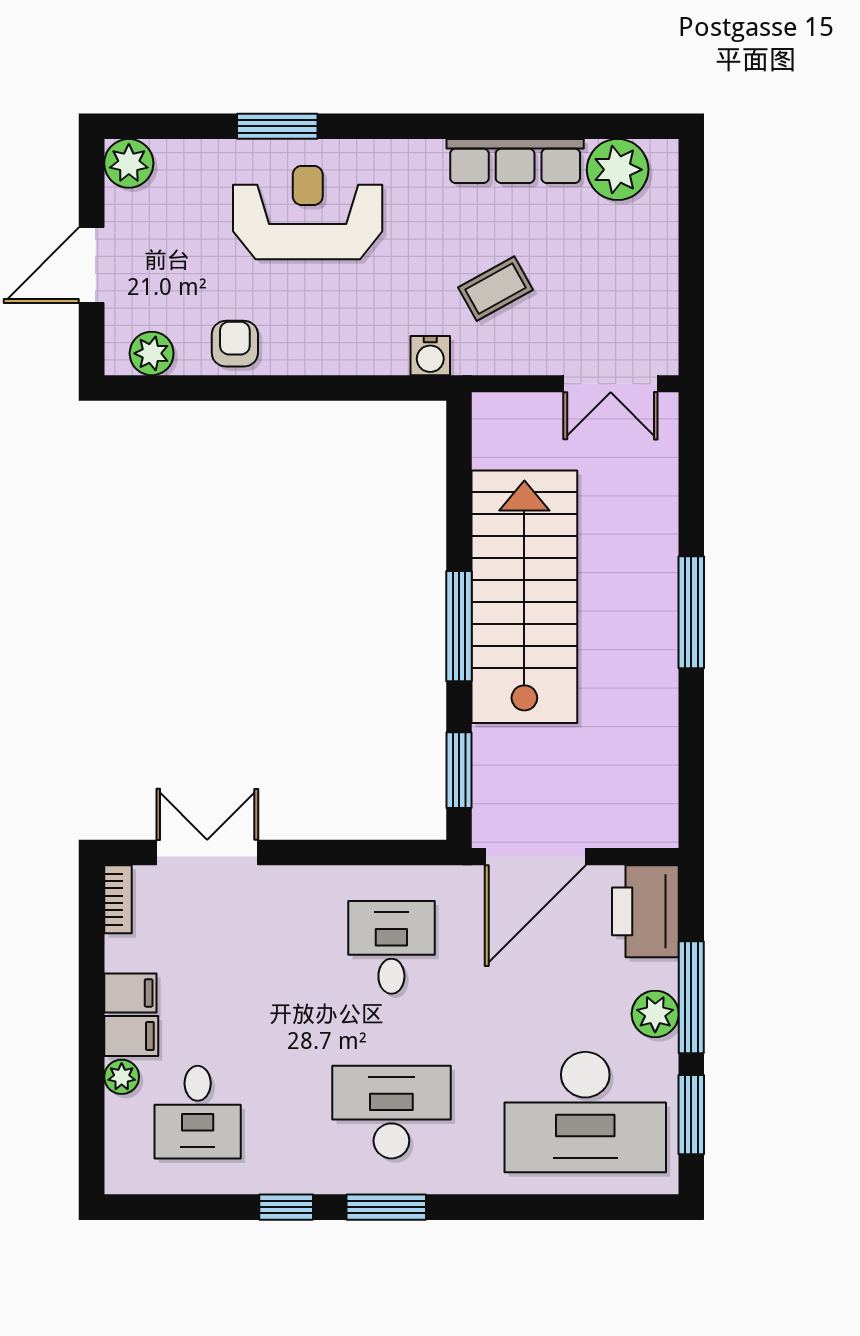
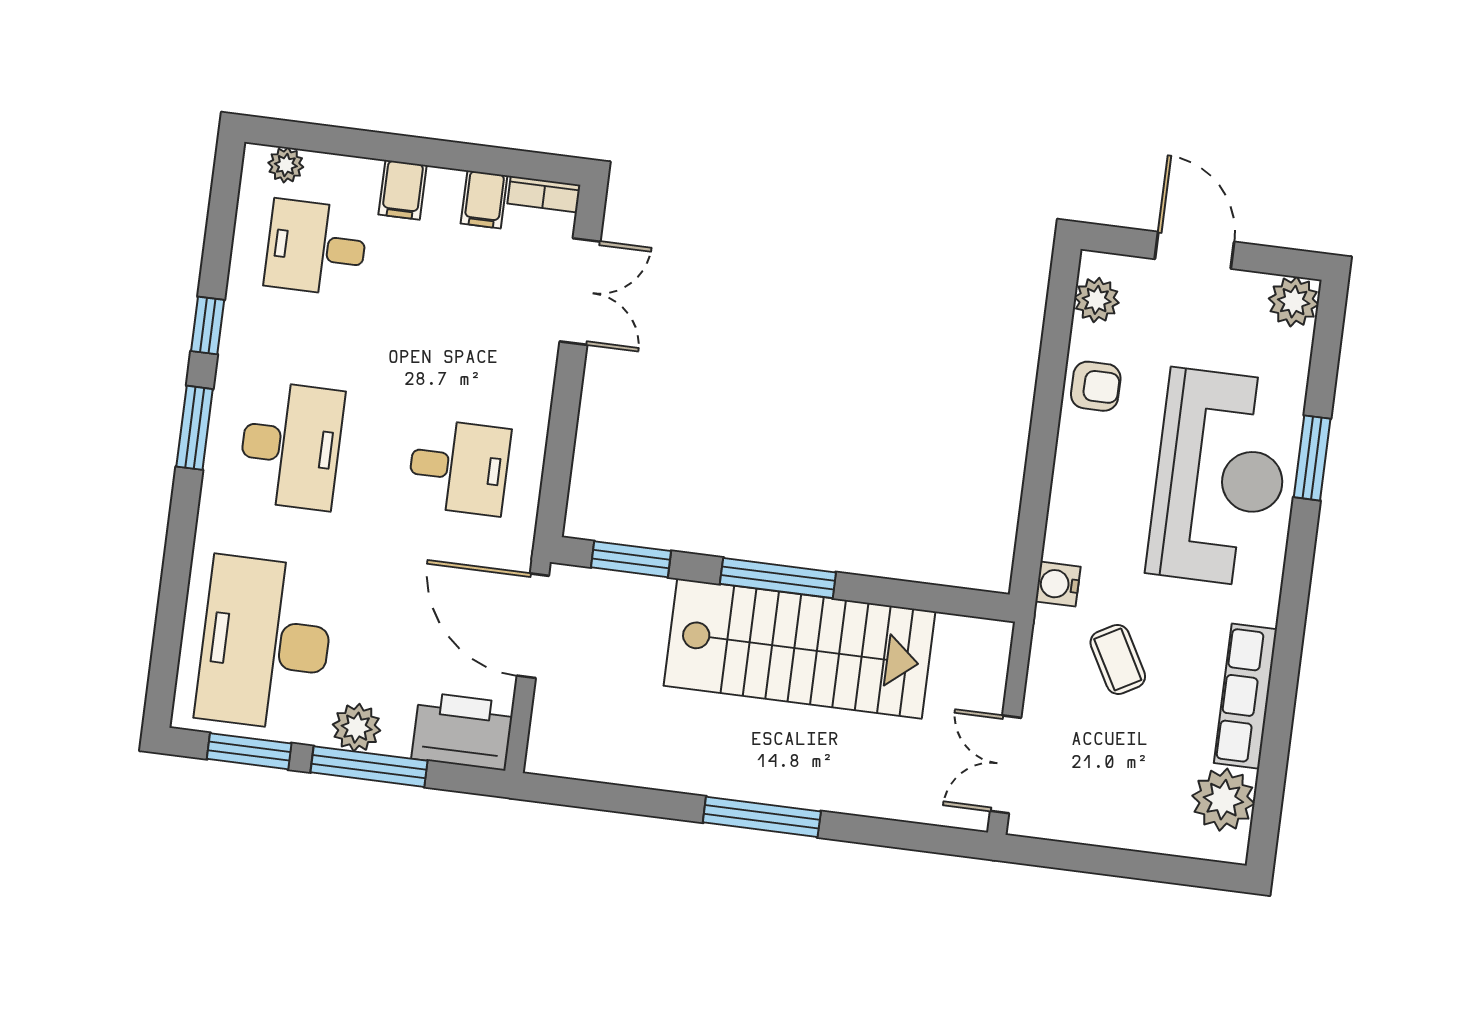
reception desk: (308, 213) -> (1220, 478), width x1.36, depth x1.30
filing cabinet: (130, 993) -> (484, 199), moved
plant: (122, 1077) -> (286, 165), moved

